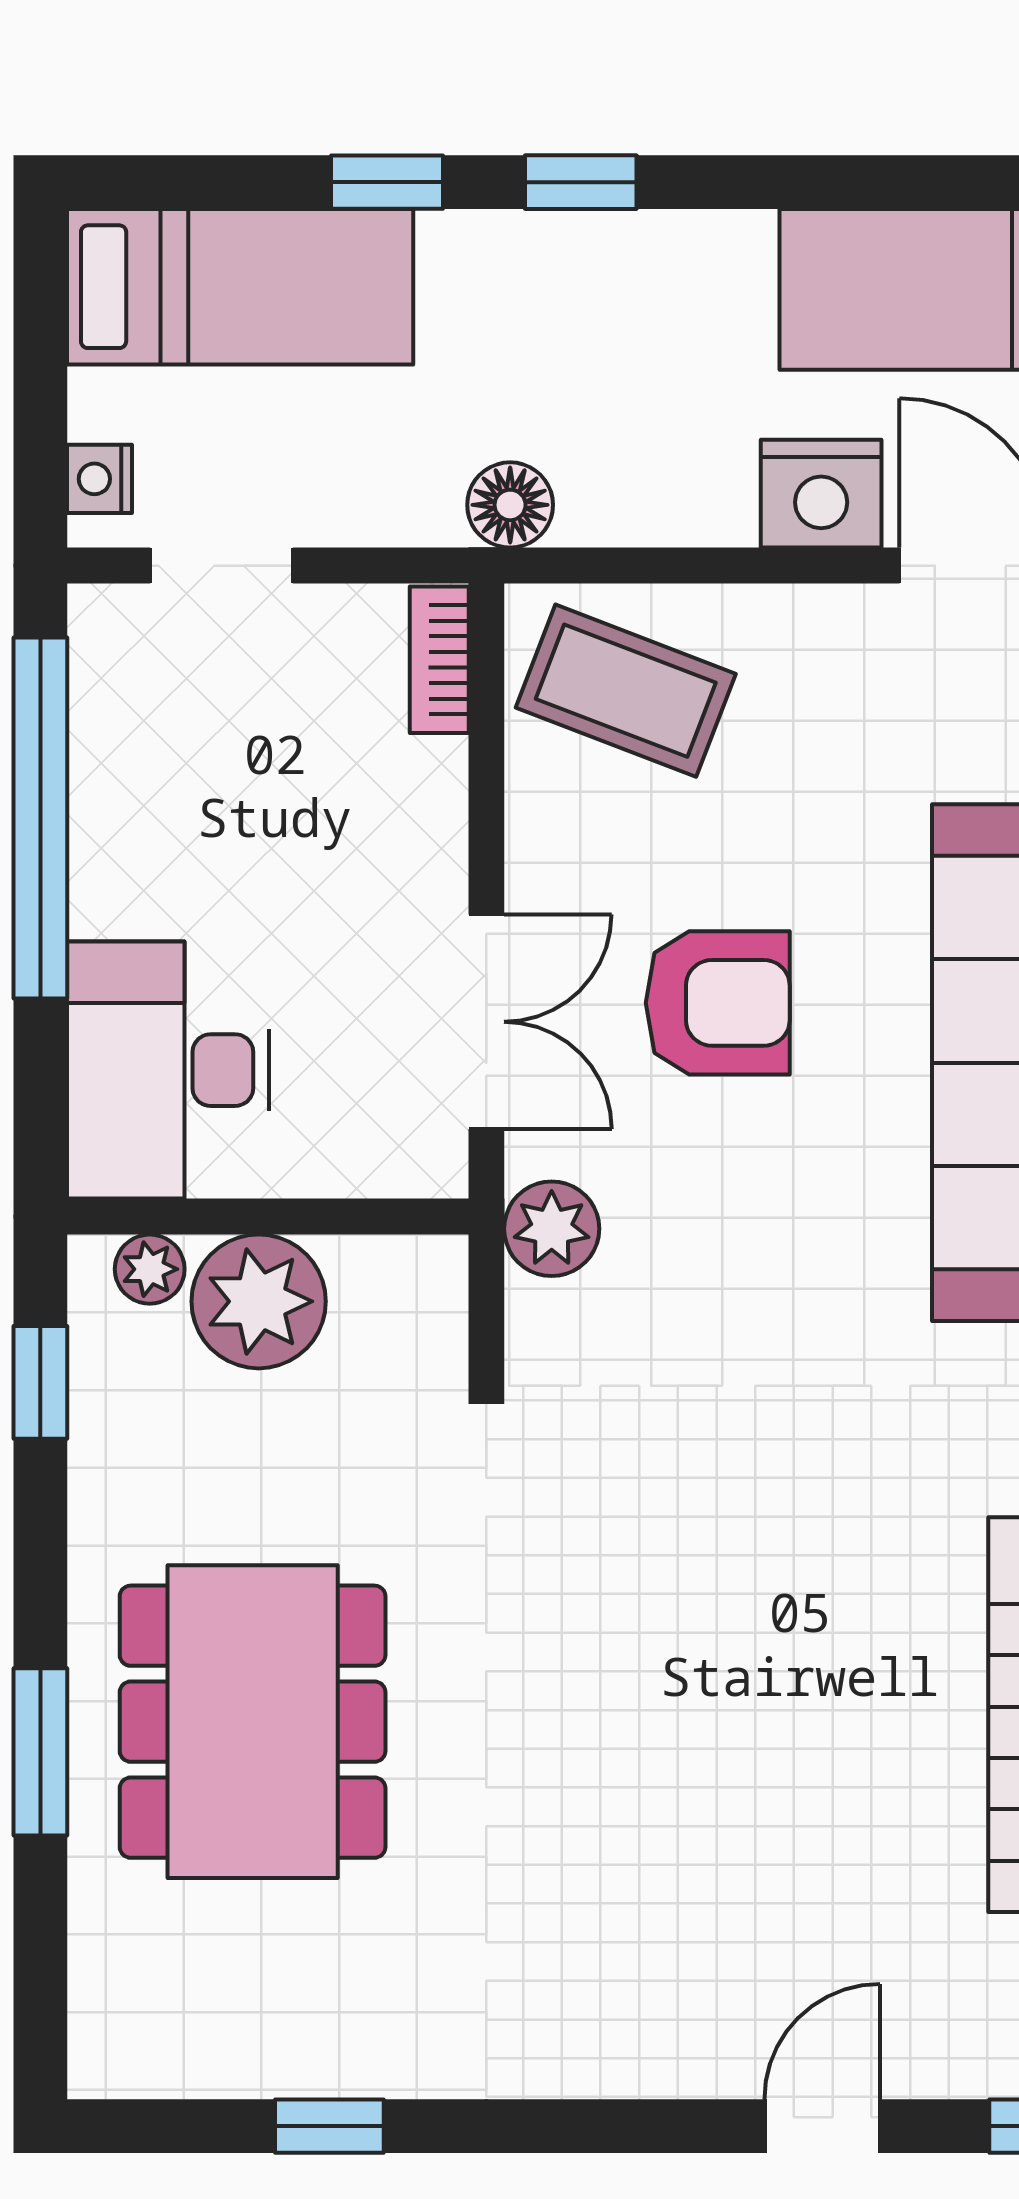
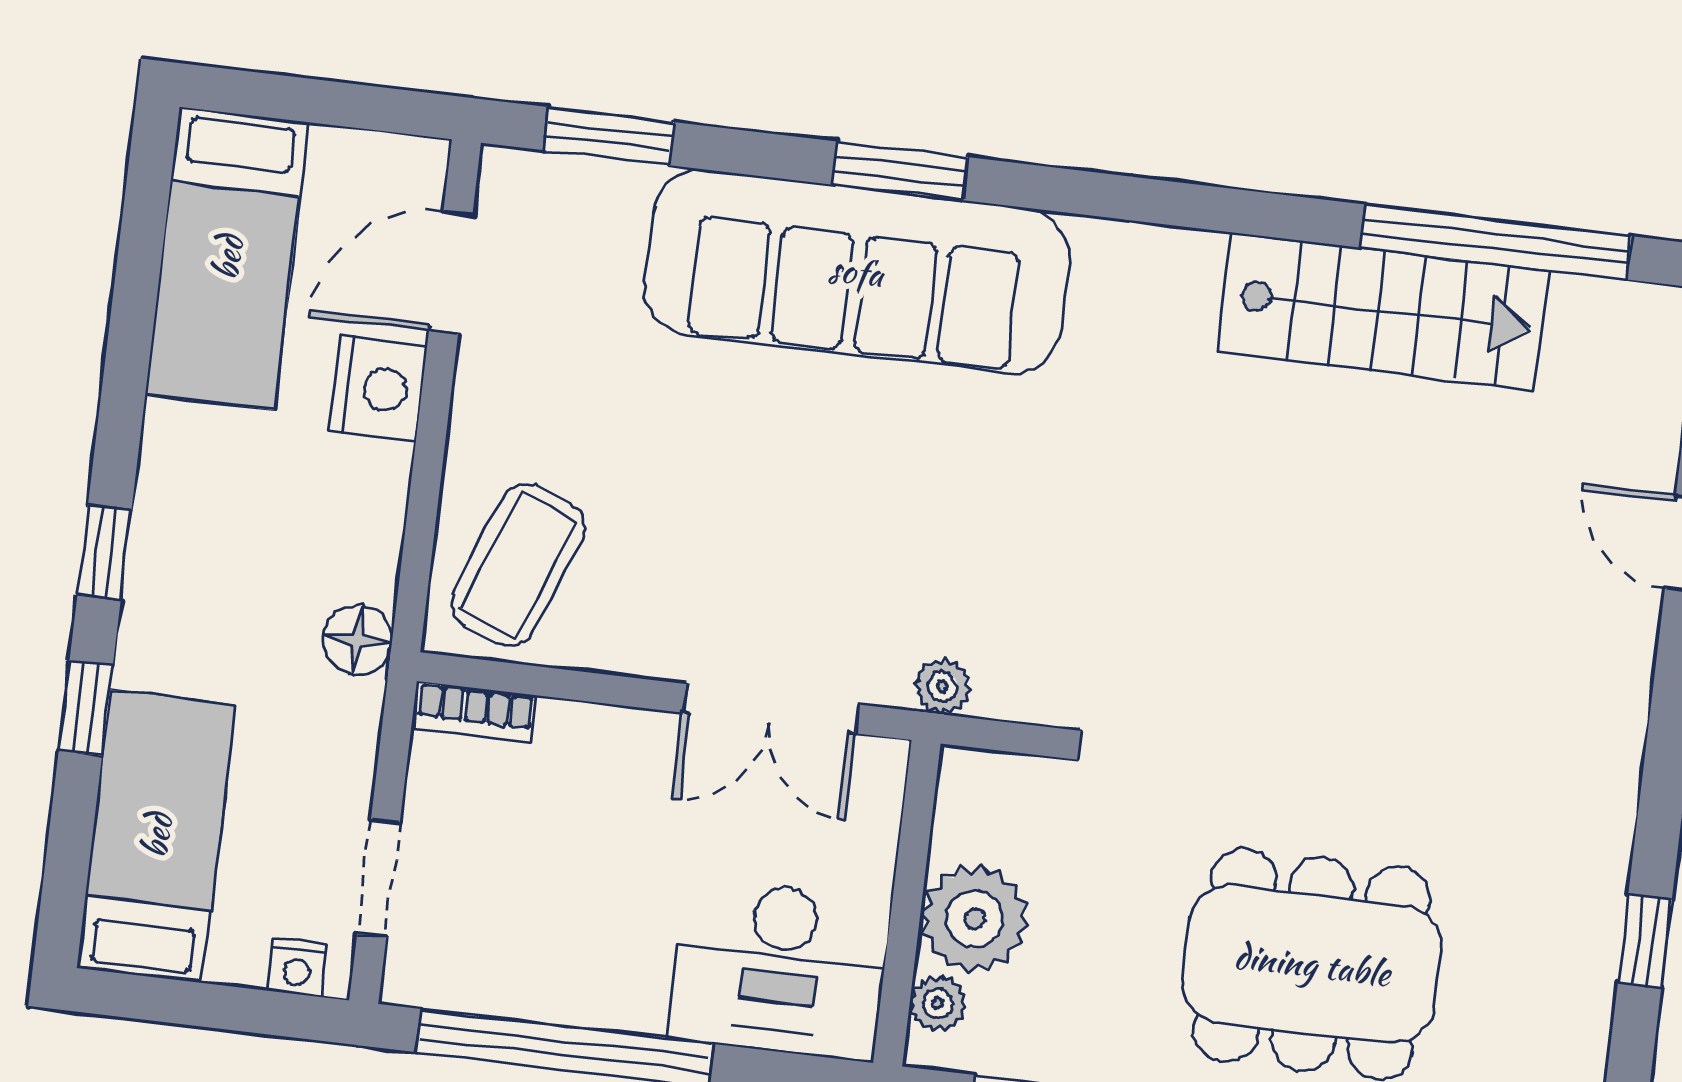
armchair: (718, 1003) -> (778, 521), removed
double door: (486, 1022) -> (771, 709), swing flipped
plant: (552, 1229) -> (943, 686), width x0.73, depth x0.73

